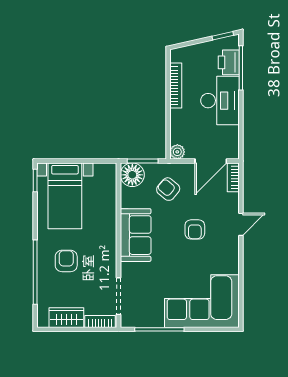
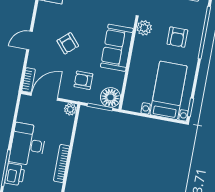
armchair: (168, 189) -> (83, 80), turned 140
armchair: (195, 229) -> (68, 43), turned 139
plant: (108, 265) -> (144, 28), added

